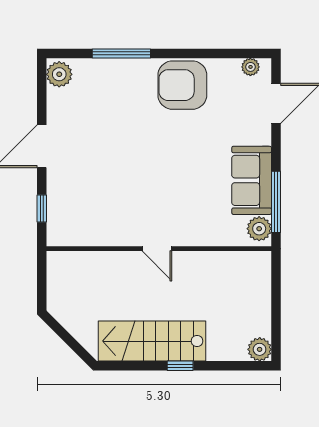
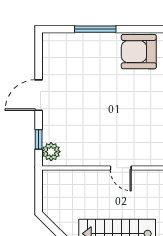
plant: (59, 74) -> (51, 152), moved

